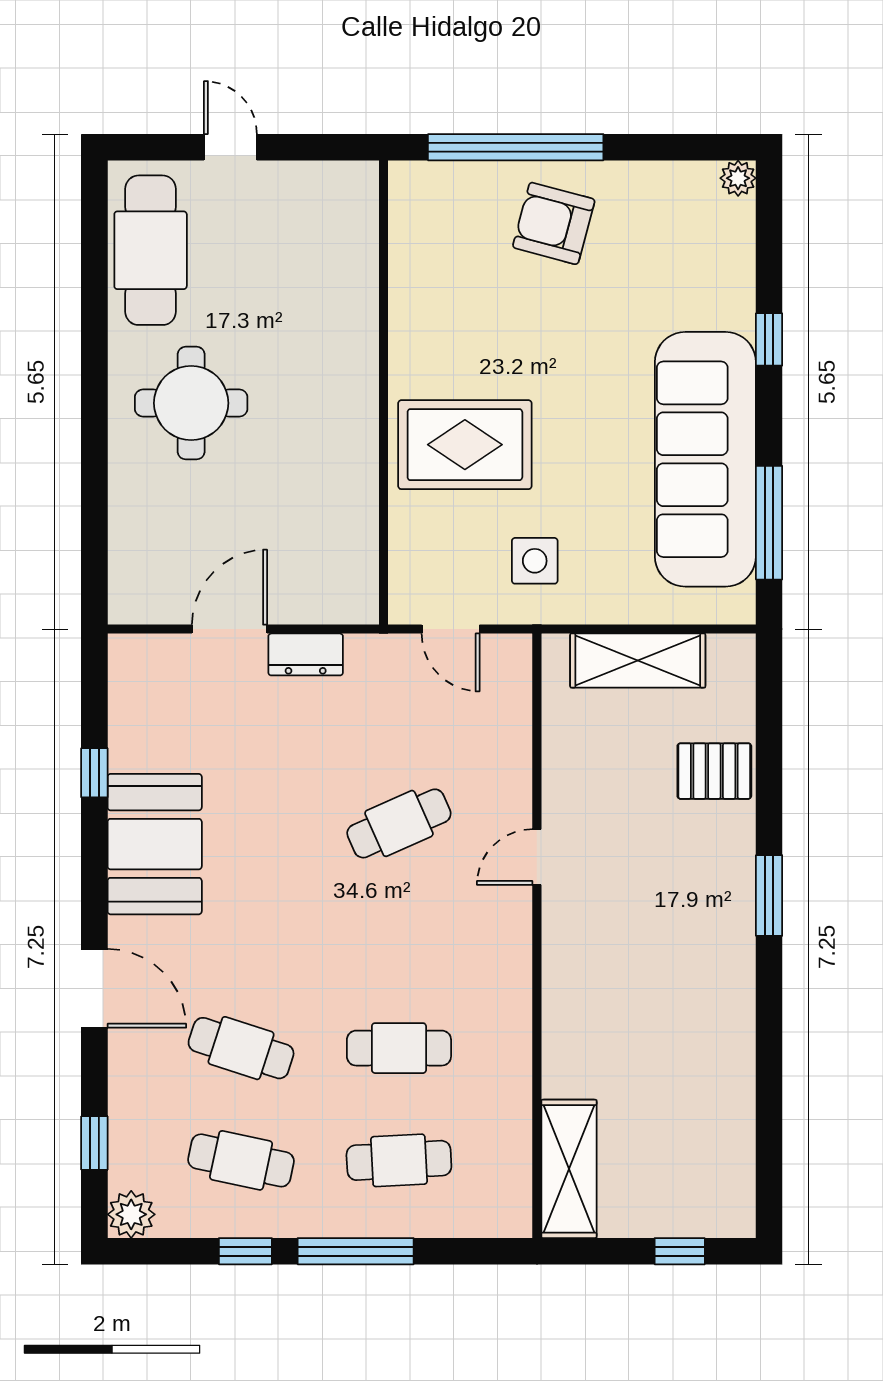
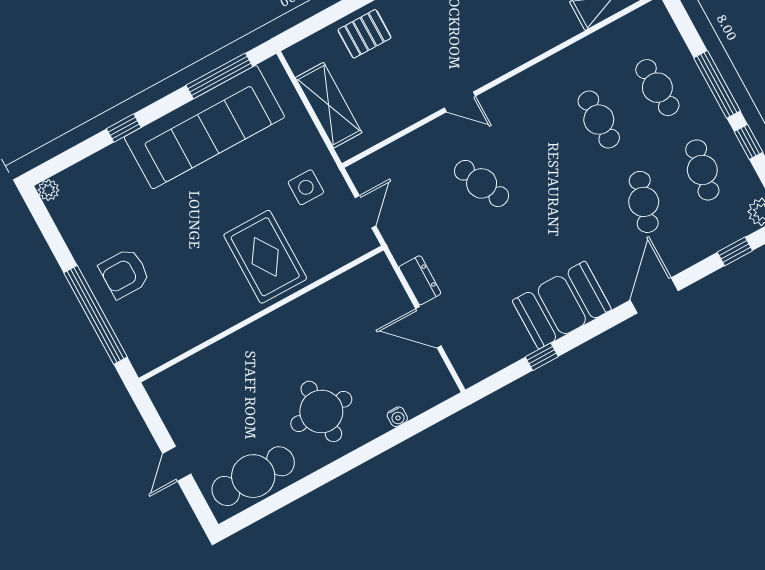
armchair: (554, 223) -> (124, 273), turned 75
water cooler: (122, 511) -> (397, 417), added
pallet: (714, 771) -> (365, 34), turned 90

